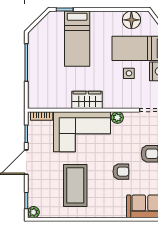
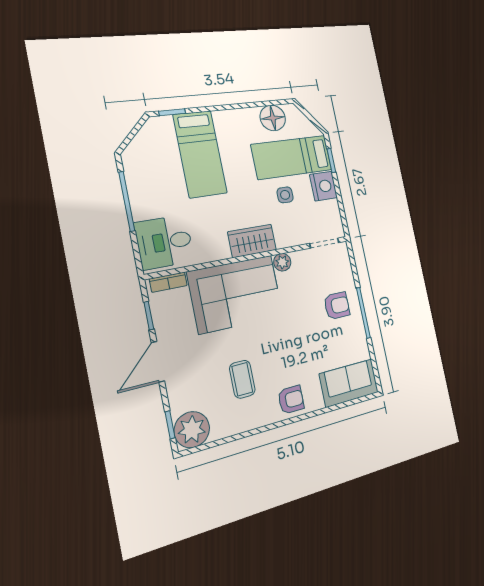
desk: (44, 91) -> (164, 242), added
wardrobe: (87, 100) -> (252, 241), moved
armchair: (121, 172) -> (291, 400), moved
coffee table: (75, 185) -> (242, 379), width x0.54, depth x0.58
plant: (33, 212) -> (192, 430), width x1.87, depth x1.87

